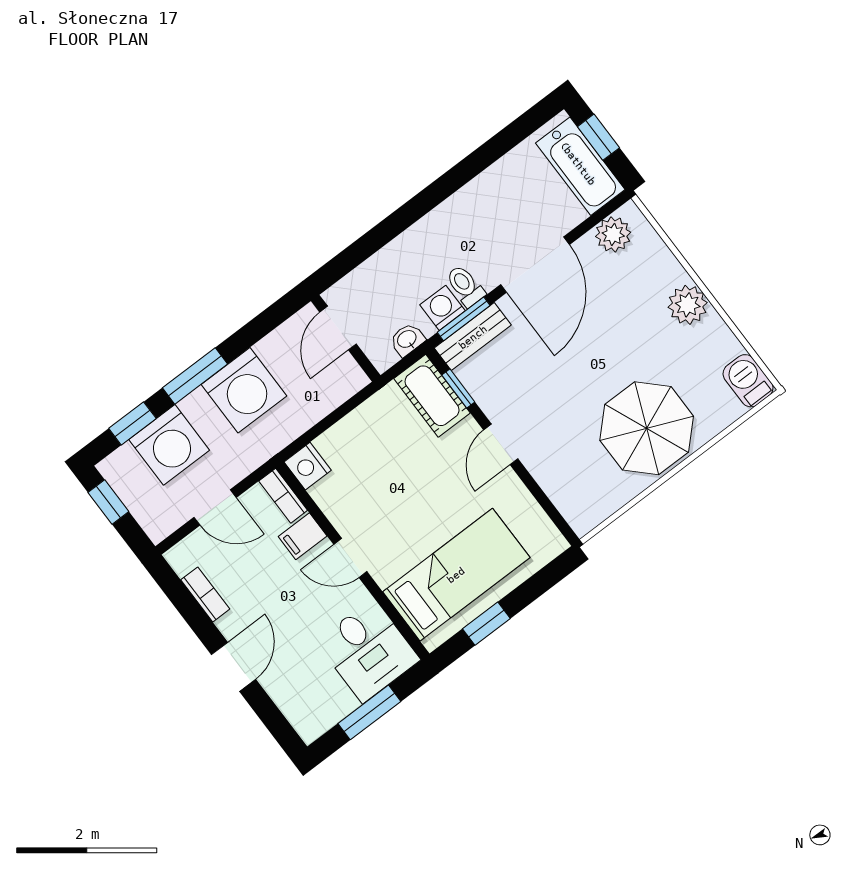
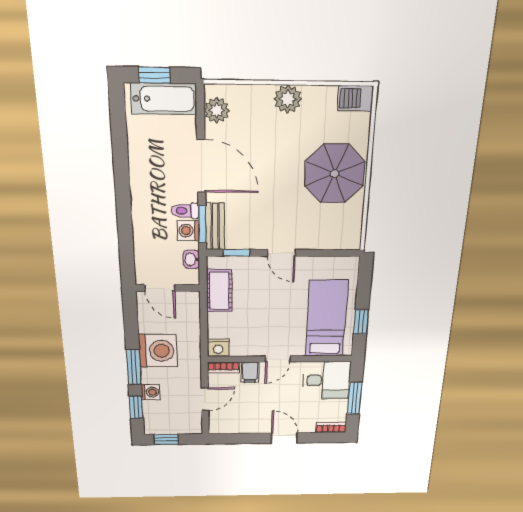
cot: (432, 396) -> (219, 291), moved, turned 90
washing machine: (169, 445) -> (151, 392), width x0.53, depth x0.53
bookcase: (205, 594) -> (331, 427), moved

